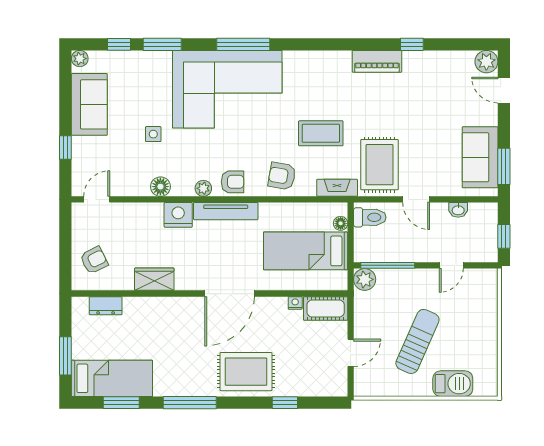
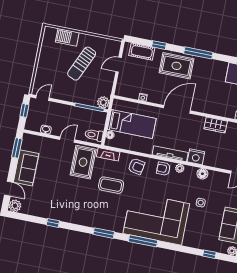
window: (162, 44) -> (104, 233), moved
piano: (377, 61) -> (73, 218), removed
sofa: (480, 157) -> (26, 168), moved
door: (416, 199) -> (67, 140), hinge flipped
door: (451, 265) -> (43, 98), moved
cot: (326, 308) -> (142, 52), moved
window: (190, 403) -> (198, 53), moved

